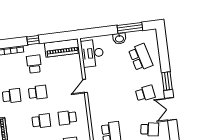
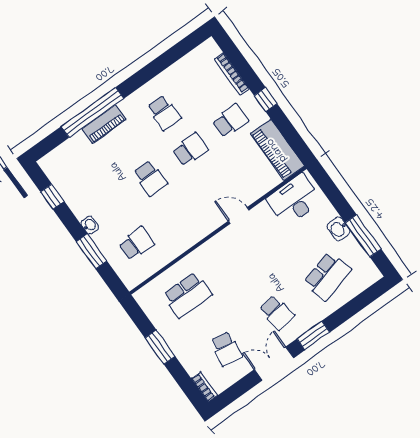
school desk: (38, 93) -> (190, 149), turned -90
school desk: (67, 118) -> (177, 215), removed

